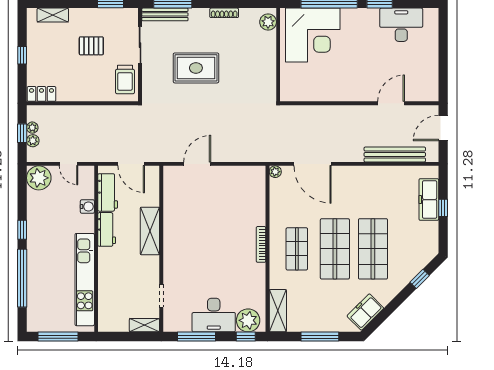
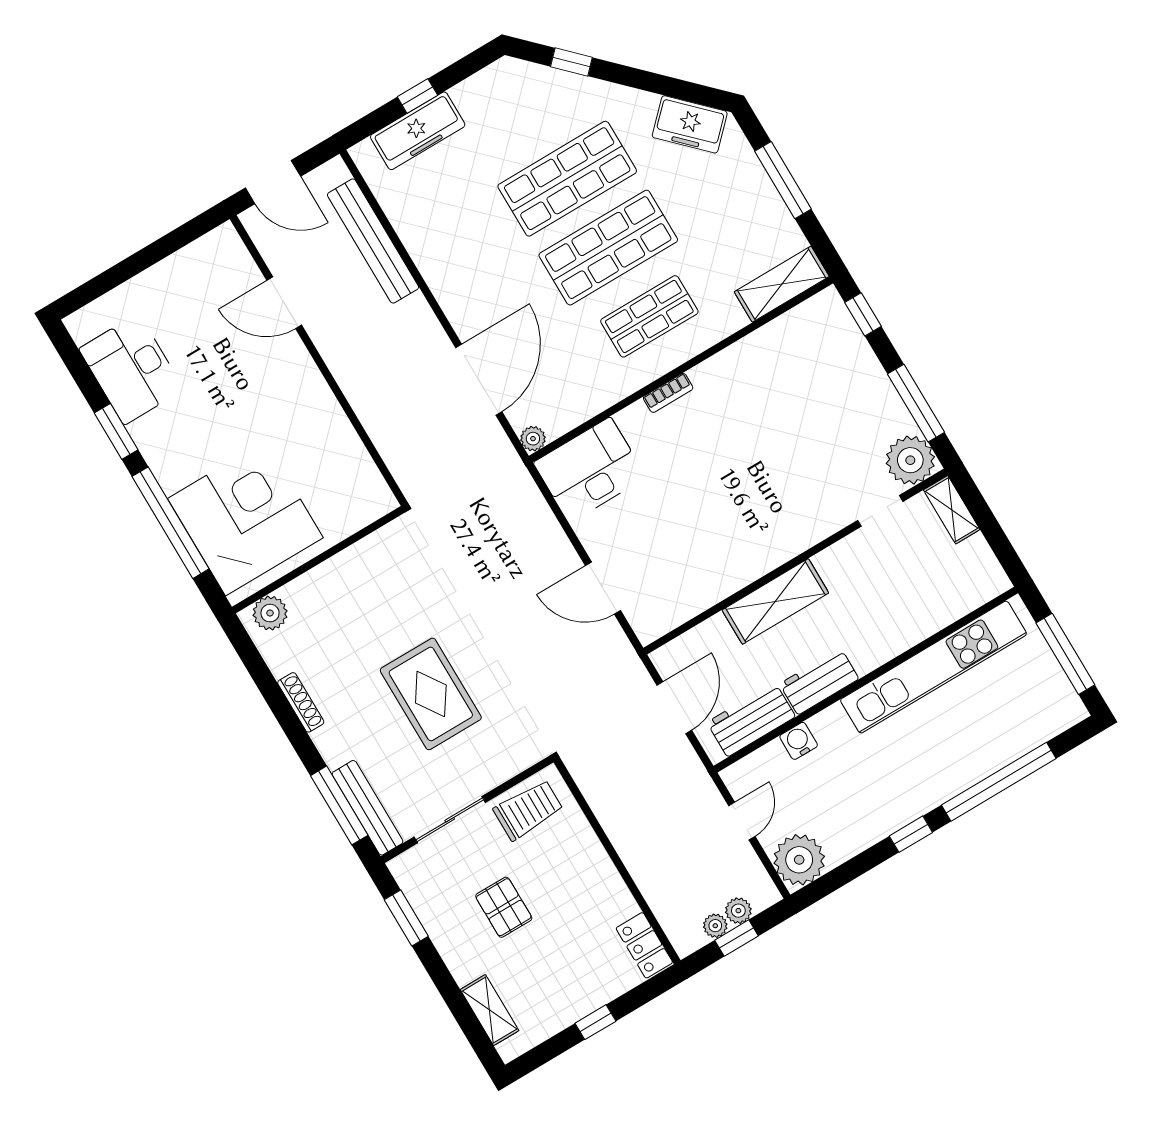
bookcase: (261, 244) -> (668, 393), width x0.64
desk: (214, 315) -> (590, 470), moved, turned -90
plant: (248, 320) -> (910, 460), moved

